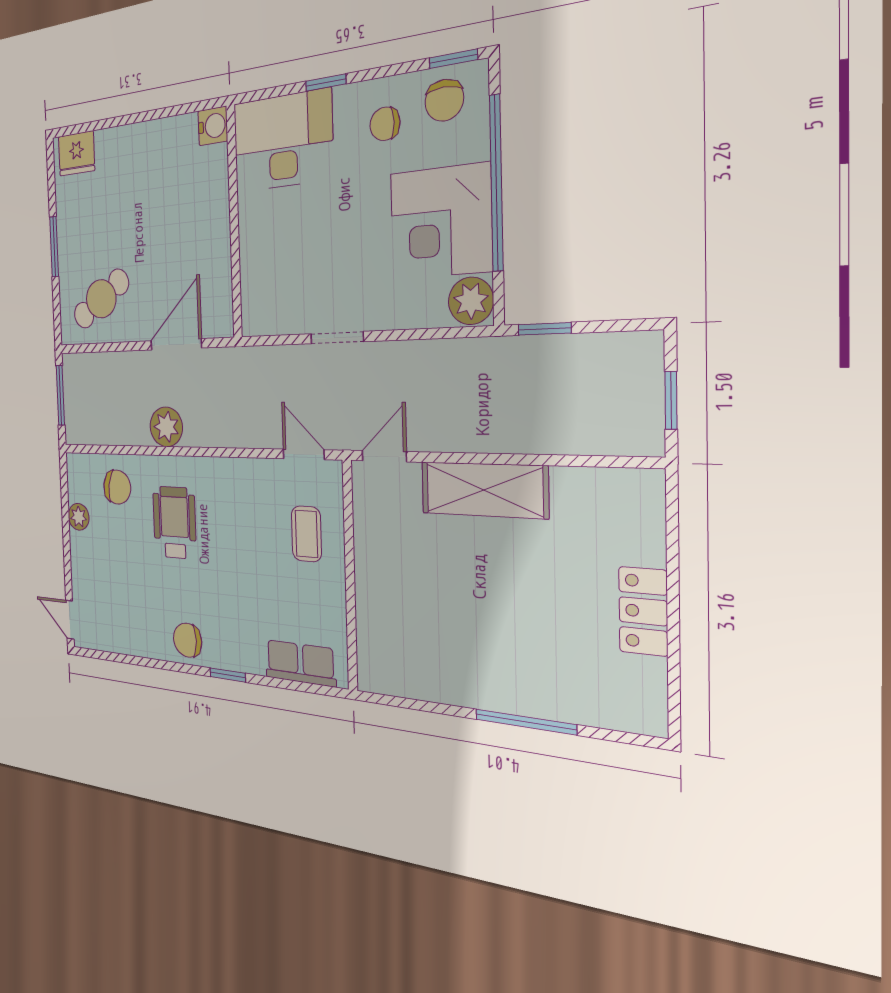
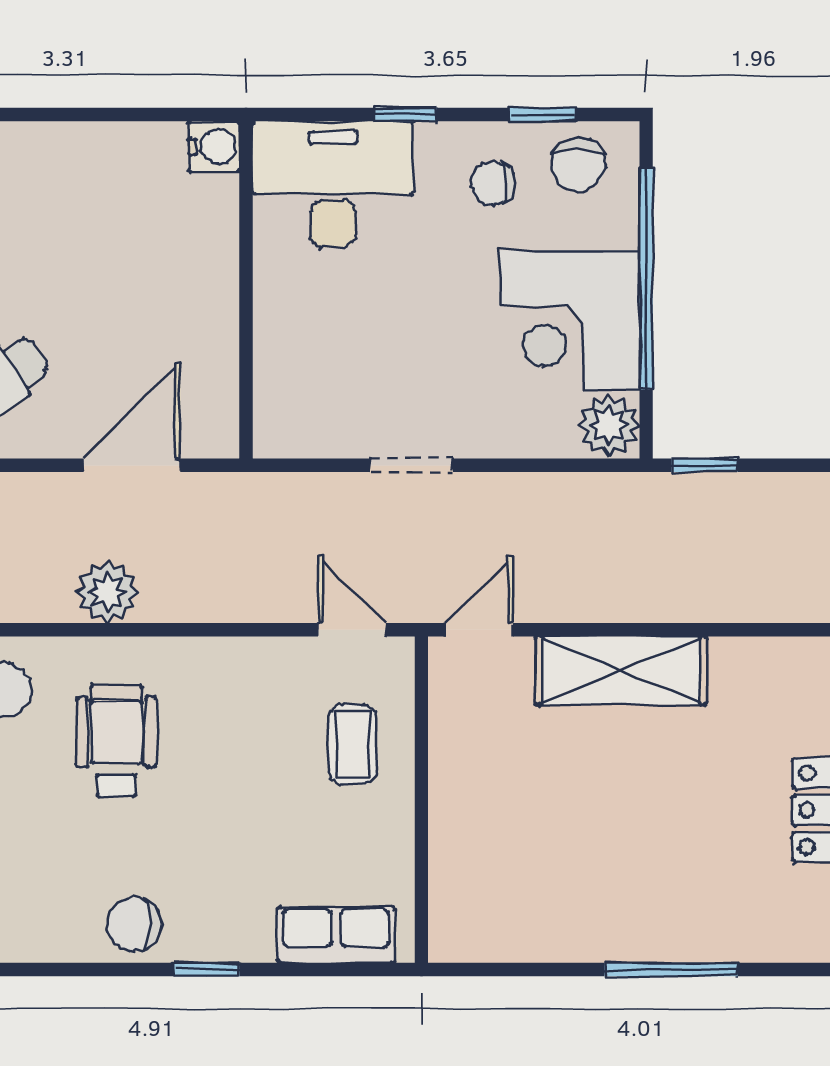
window: (453, 59) -> (543, 115), moved

